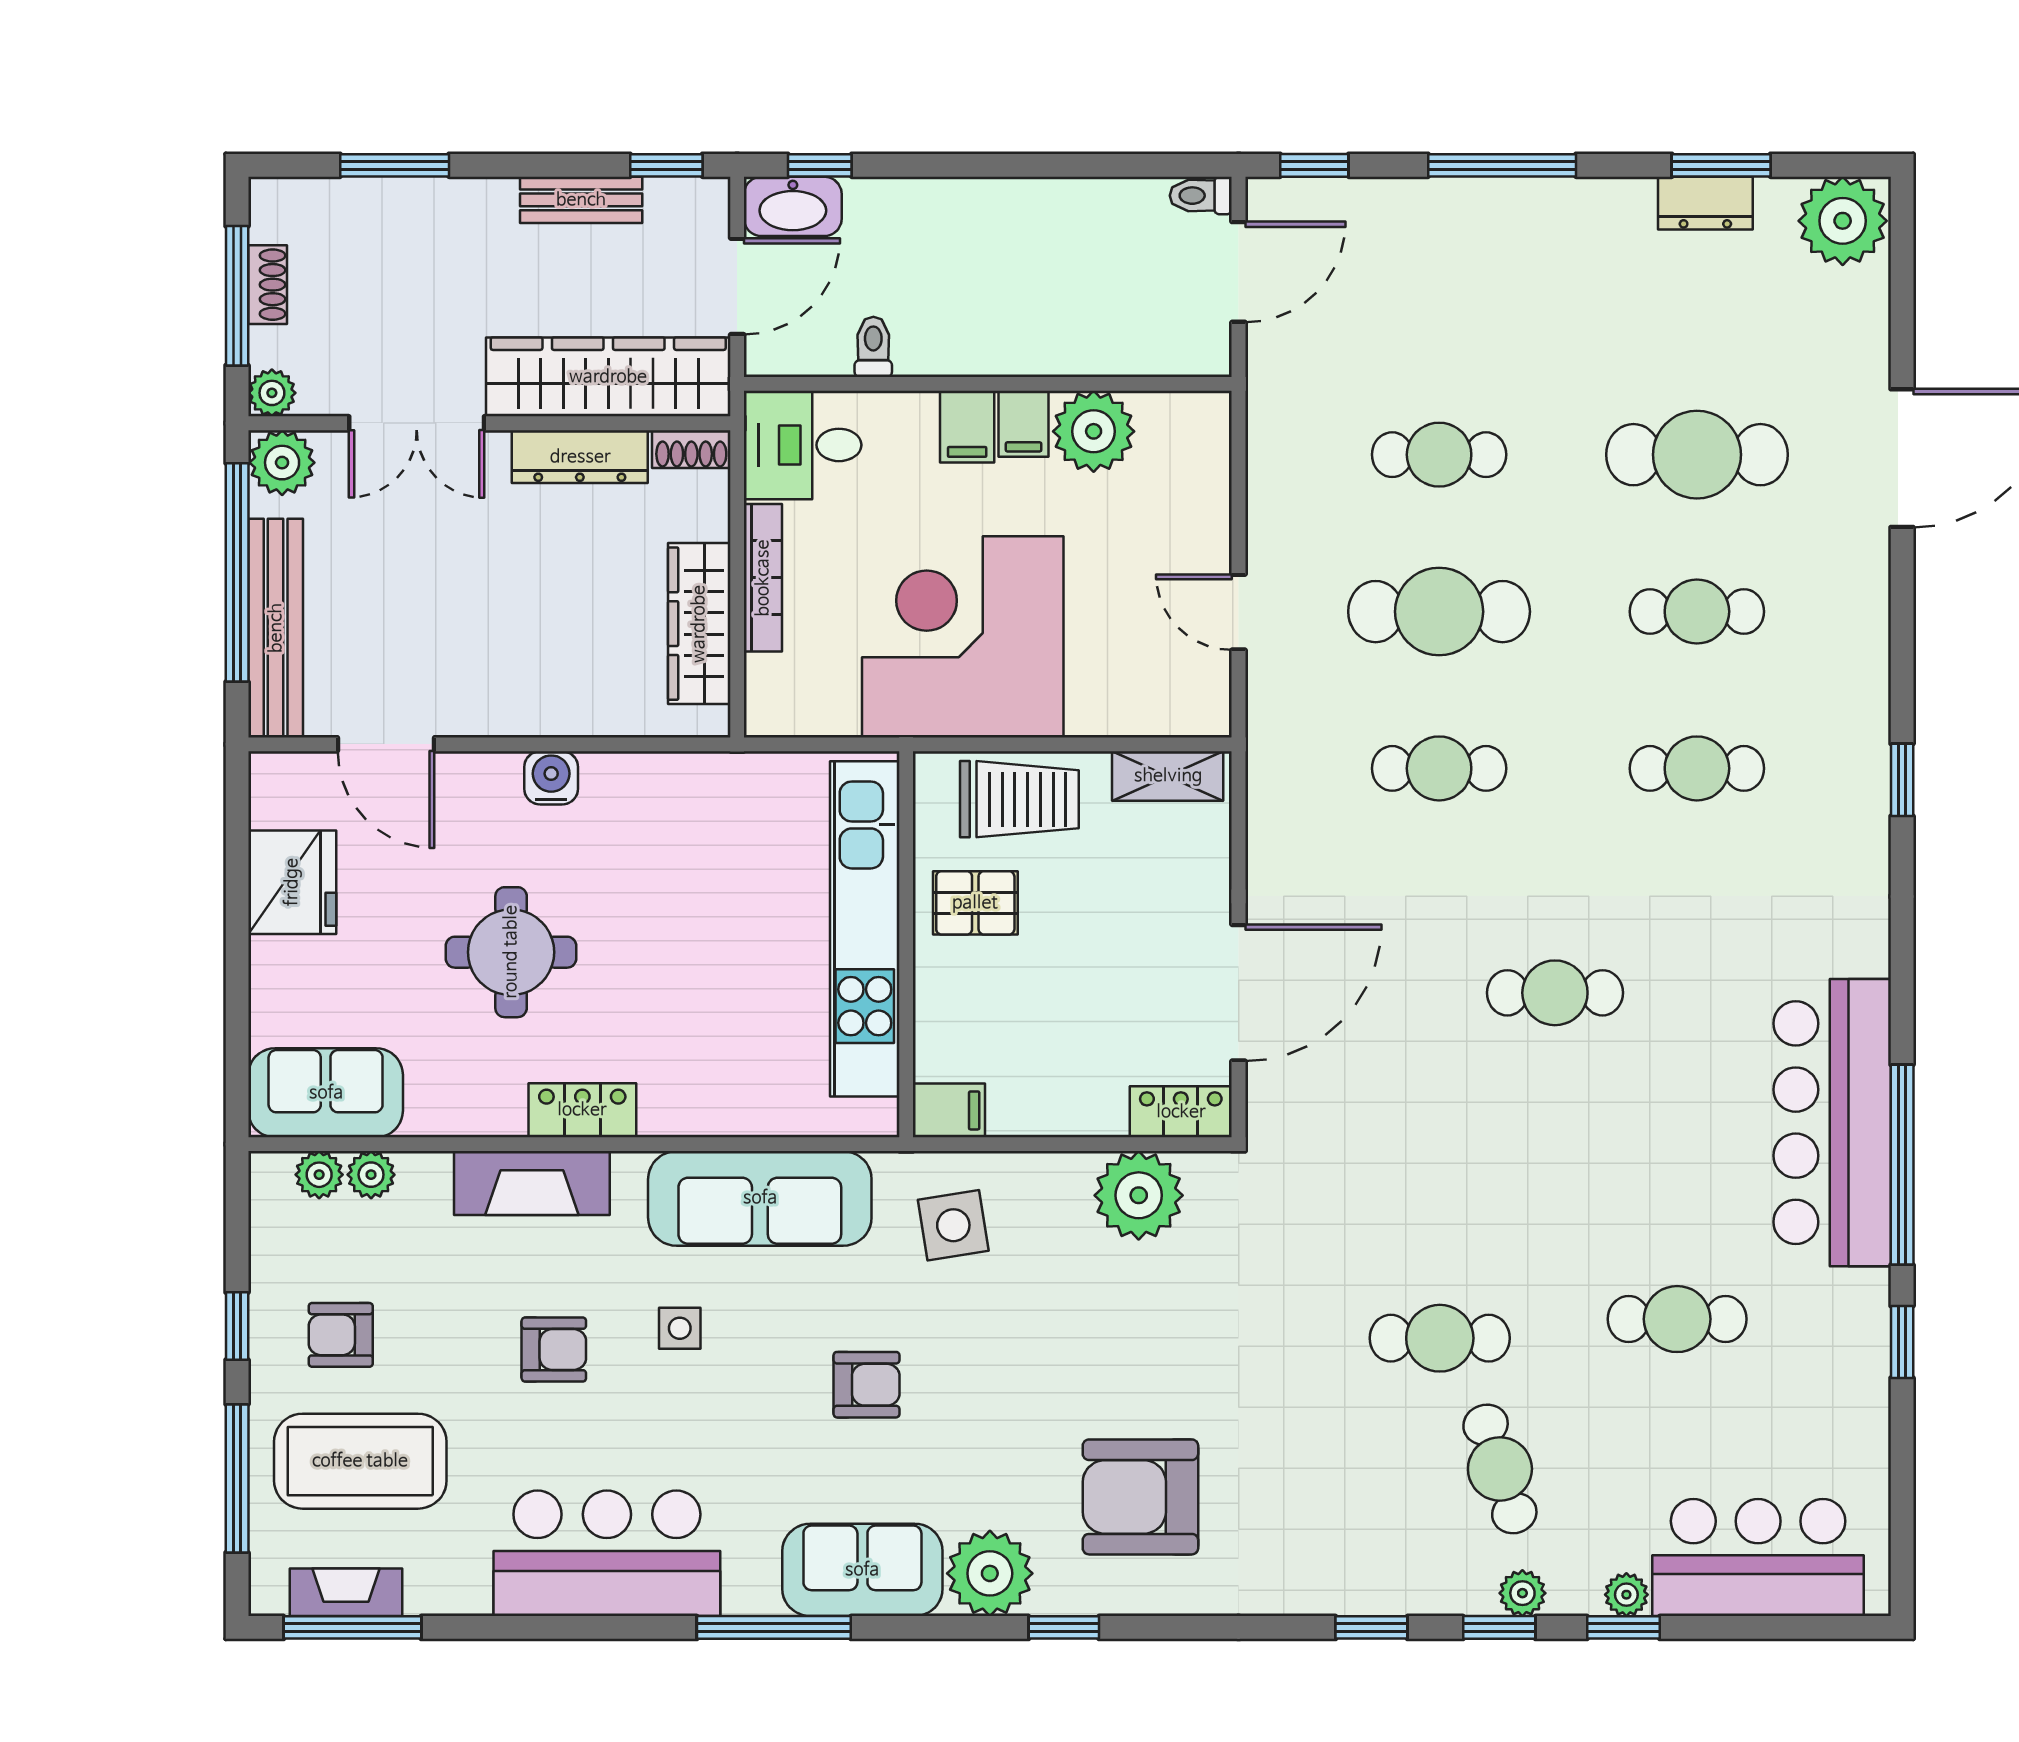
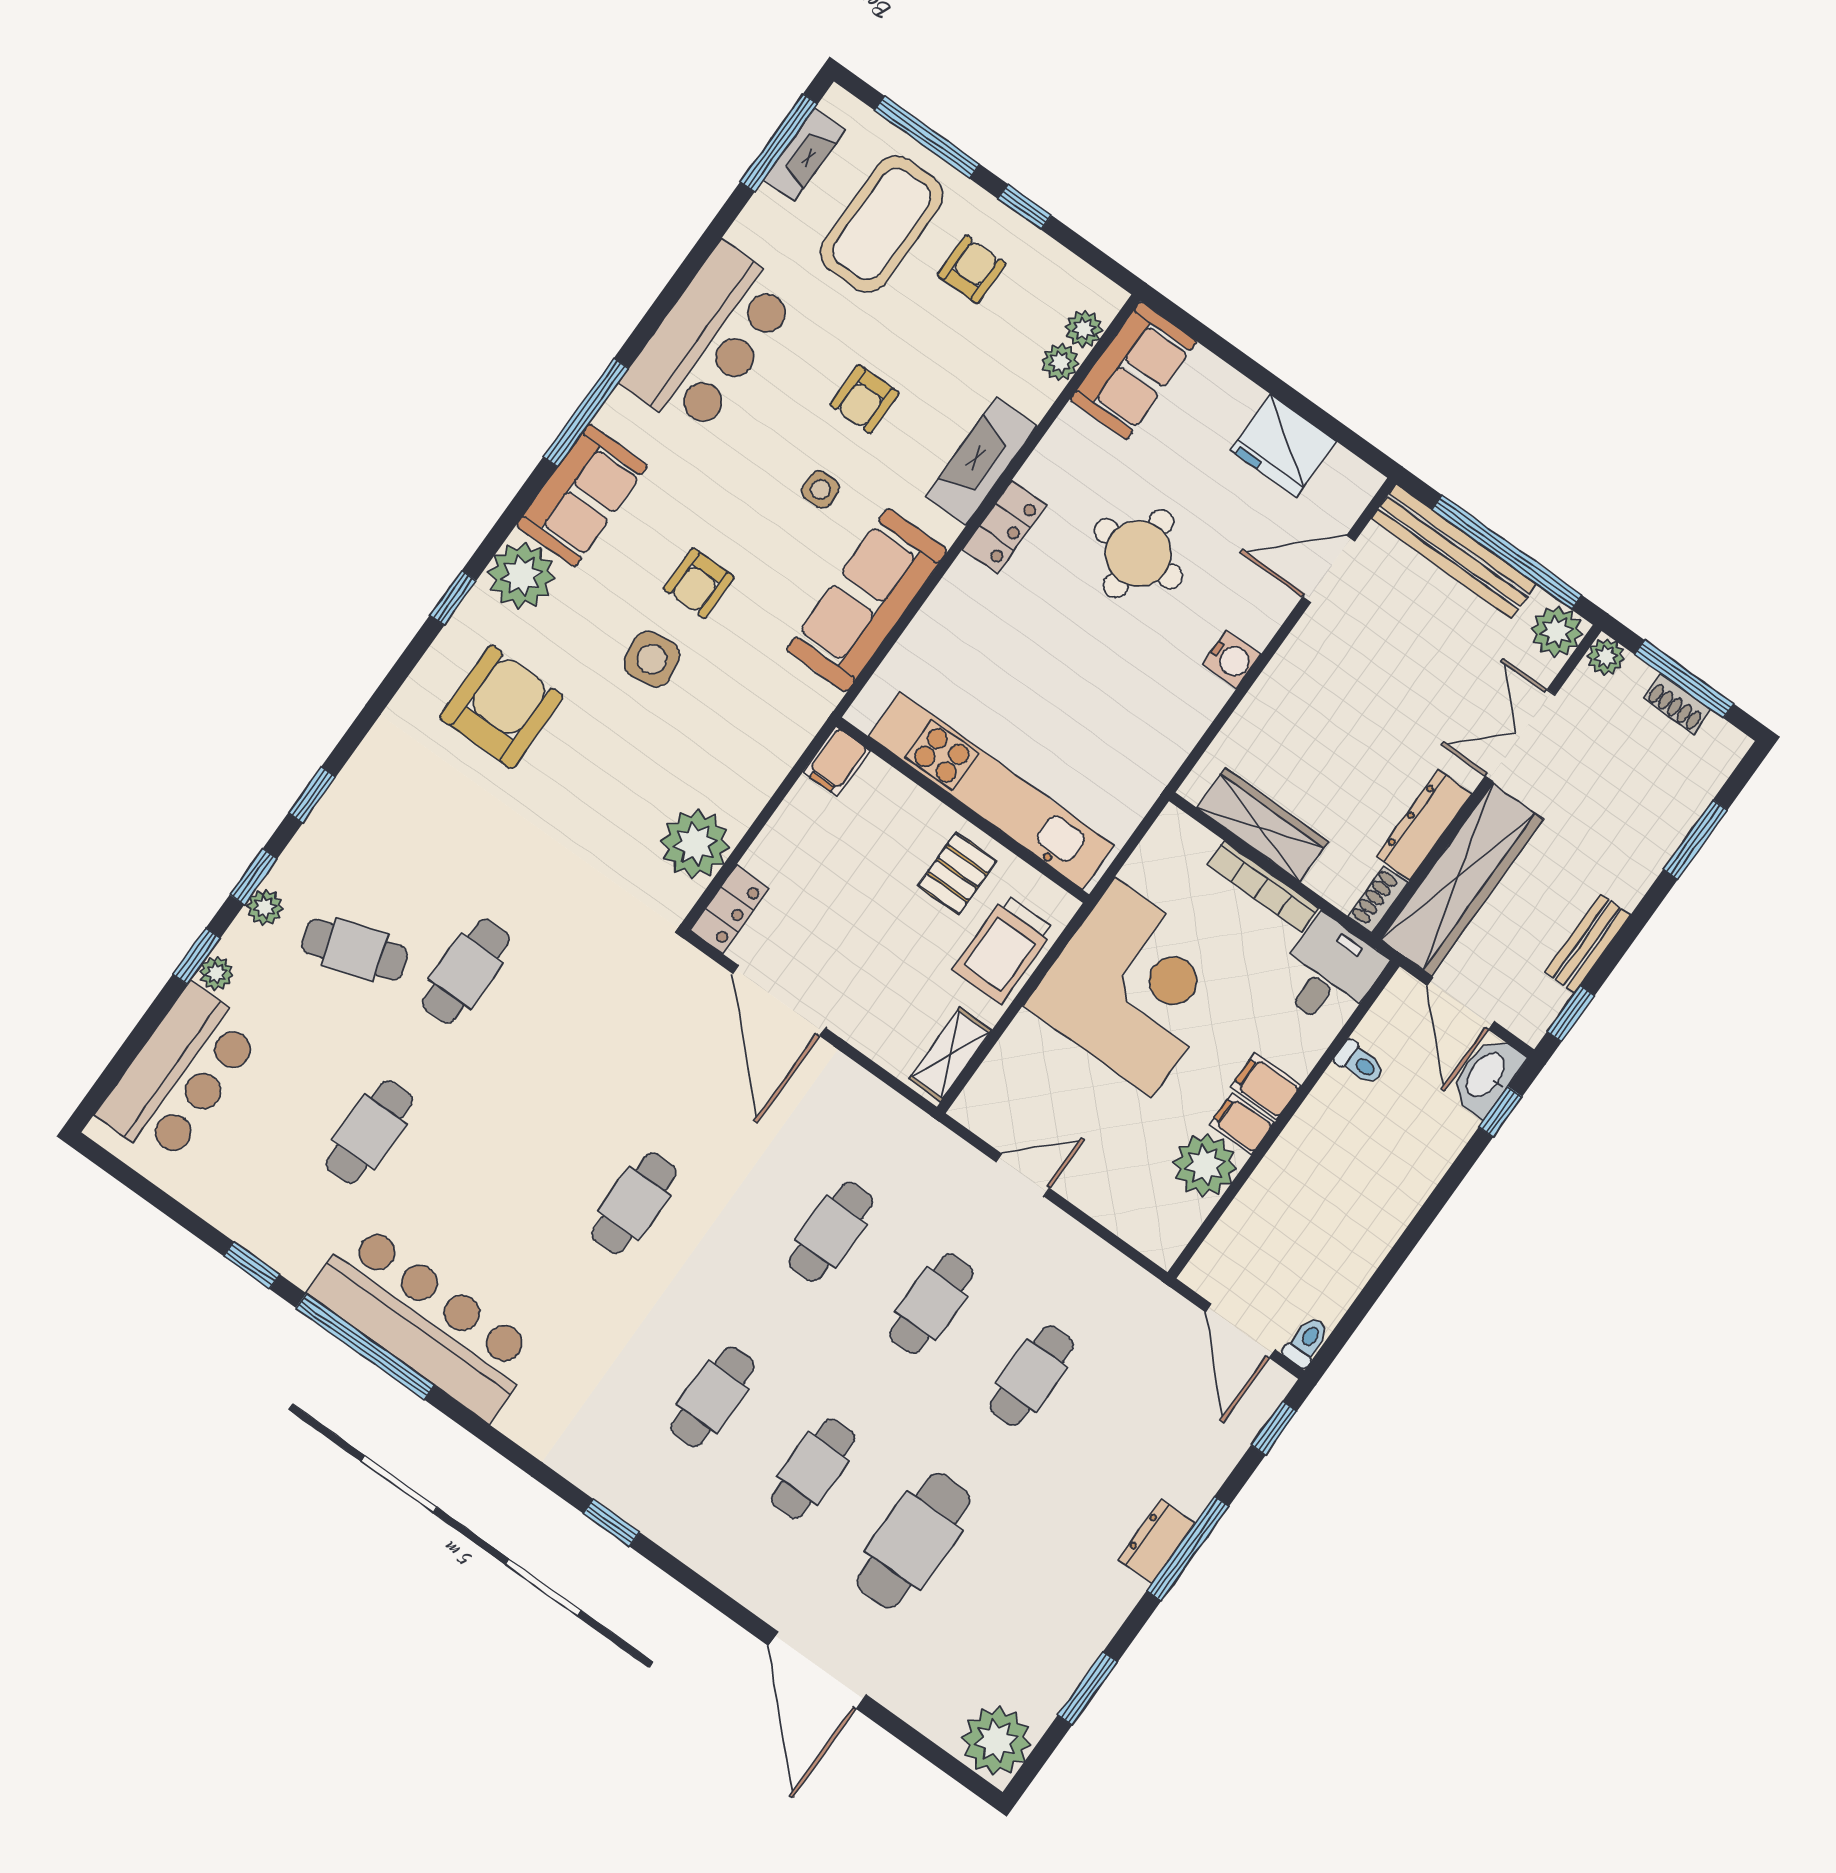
dresser: (1705, 203) -> (1156, 1541), moved
cafe table: (1439, 612) -> (931, 1304), width x0.73, depth x0.74
side table: (953, 1225) -> (652, 659), moved

